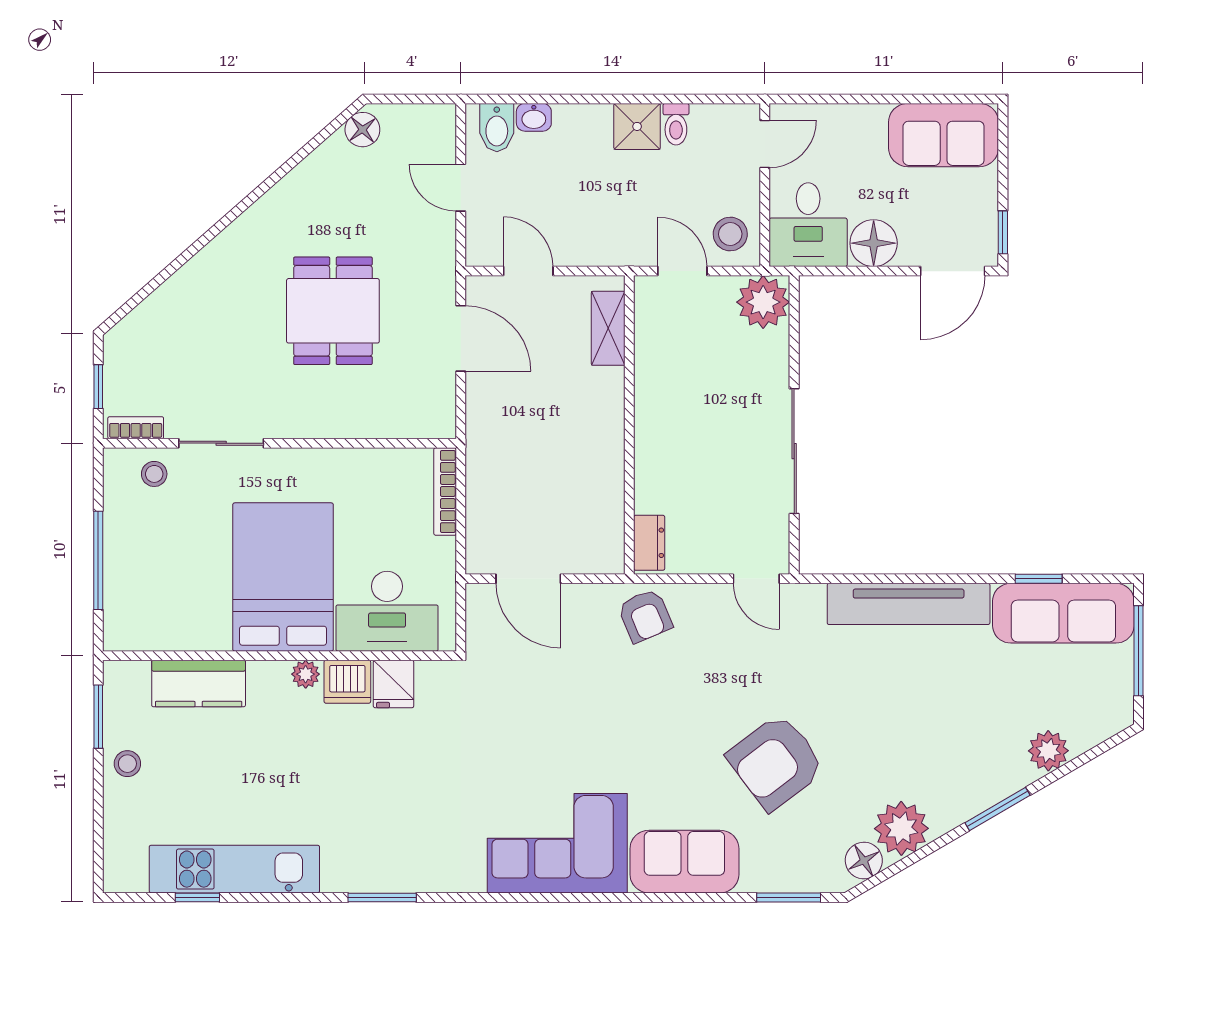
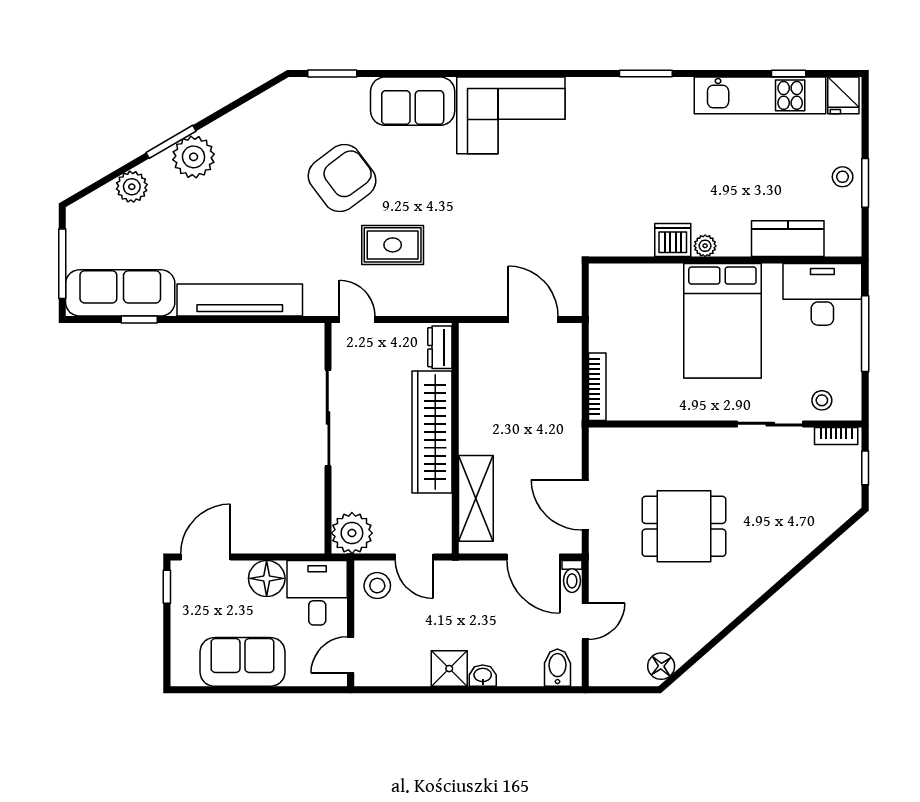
washbasin: (534, 117) -> (483, 676), moved
toilet: (676, 124) -> (572, 576), moved, turned 180
sofa: (944, 135) -> (242, 662), moved
door: (461, 188) -> (585, 621), hinge flipped
door: (528, 271) -> (533, 557), width x1.38
dining table: (333, 311) -> (684, 526), turned 90
shelving: (608, 328) -> (476, 498), width x1.50, depth x1.33
wardrobe: (659, 433) -> (432, 432), added
desk: (387, 611) -> (822, 294), moved
armchair: (645, 616) -> (443, 291), removed
rug: (710, 675) -> (393, 245), added
fridge: (394, 684) -> (843, 95), moved, turned 180
window: (98, 717) -> (865, 183), moved
plant: (901, 828) -> (194, 157), moved
floor lamp: (864, 861) -> (274, 102), removed

